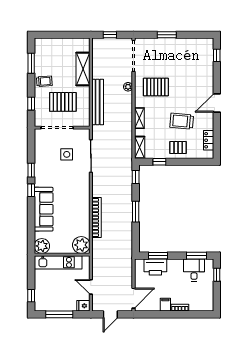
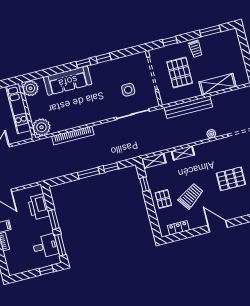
pallet: (156, 87) -> (231, 179), moved, turned 90
trolley: (182, 121) -> (191, 196), turned 50
window: (136, 177) -> (111, 167), moved
window: (158, 256) -> (54, 219), moved

